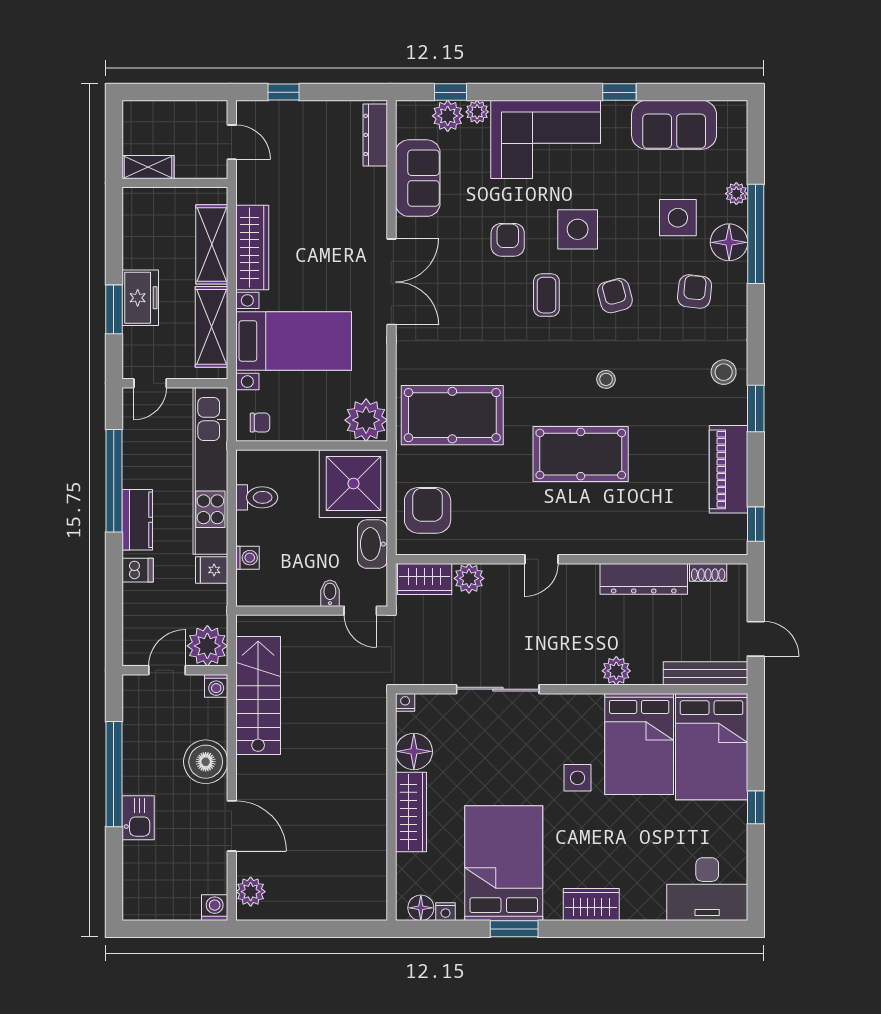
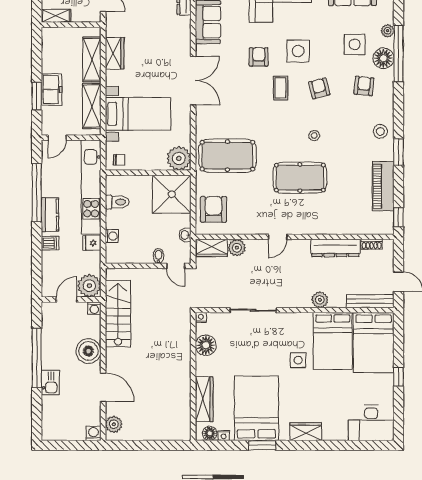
wardrobe: (252, 248) -> (115, 53), width x0.67
washbasin: (373, 544) -> (185, 235), width x0.52, depth x0.69
wardrobe: (411, 812) -> (204, 399), moved

